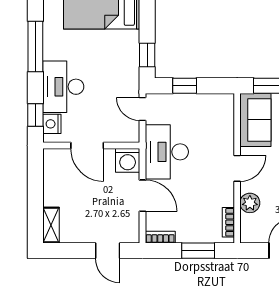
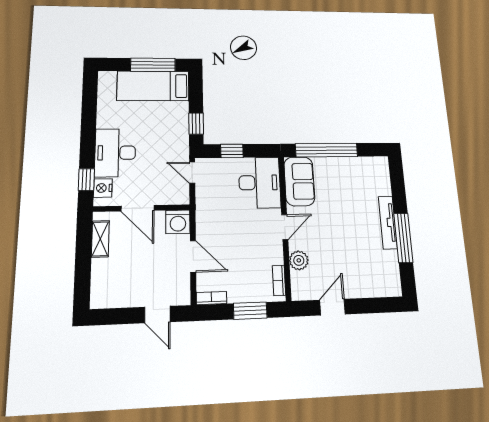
window: (35, 46) -> (89, 116), removed
desk: (167, 152) -> (260, 183), moved, turned 180
shelving: (51, 225) -> (100, 239), moved

